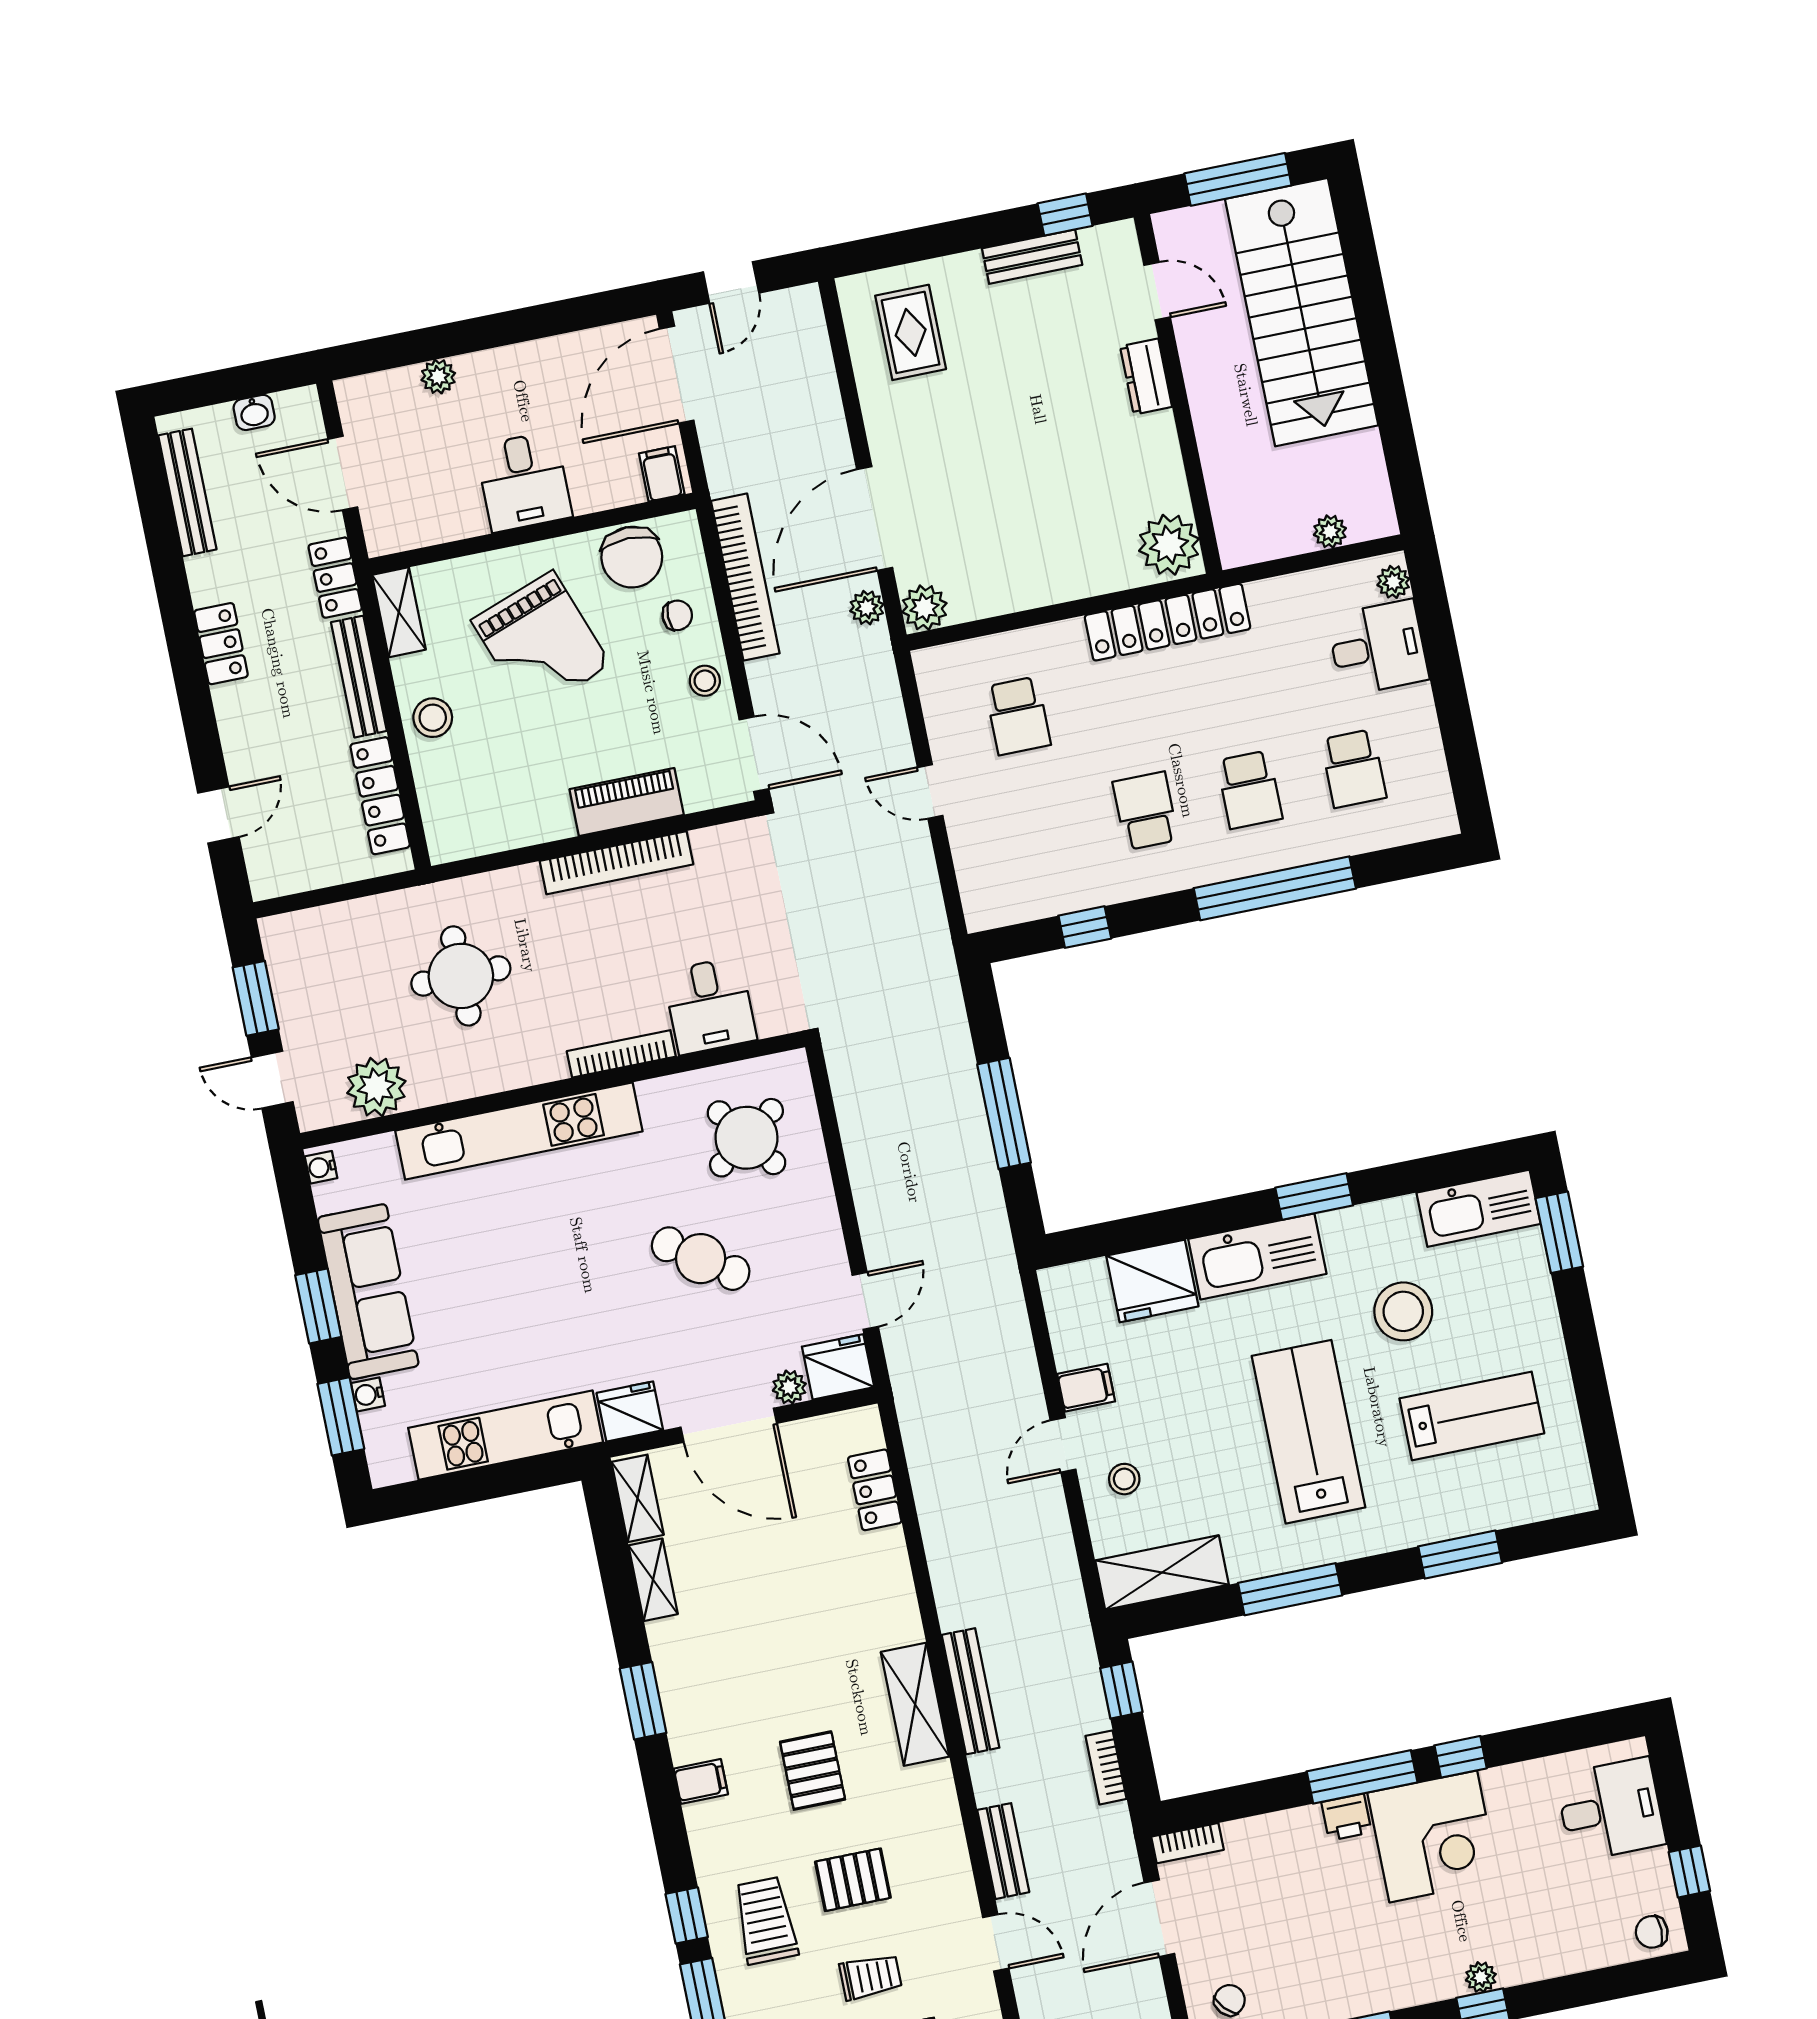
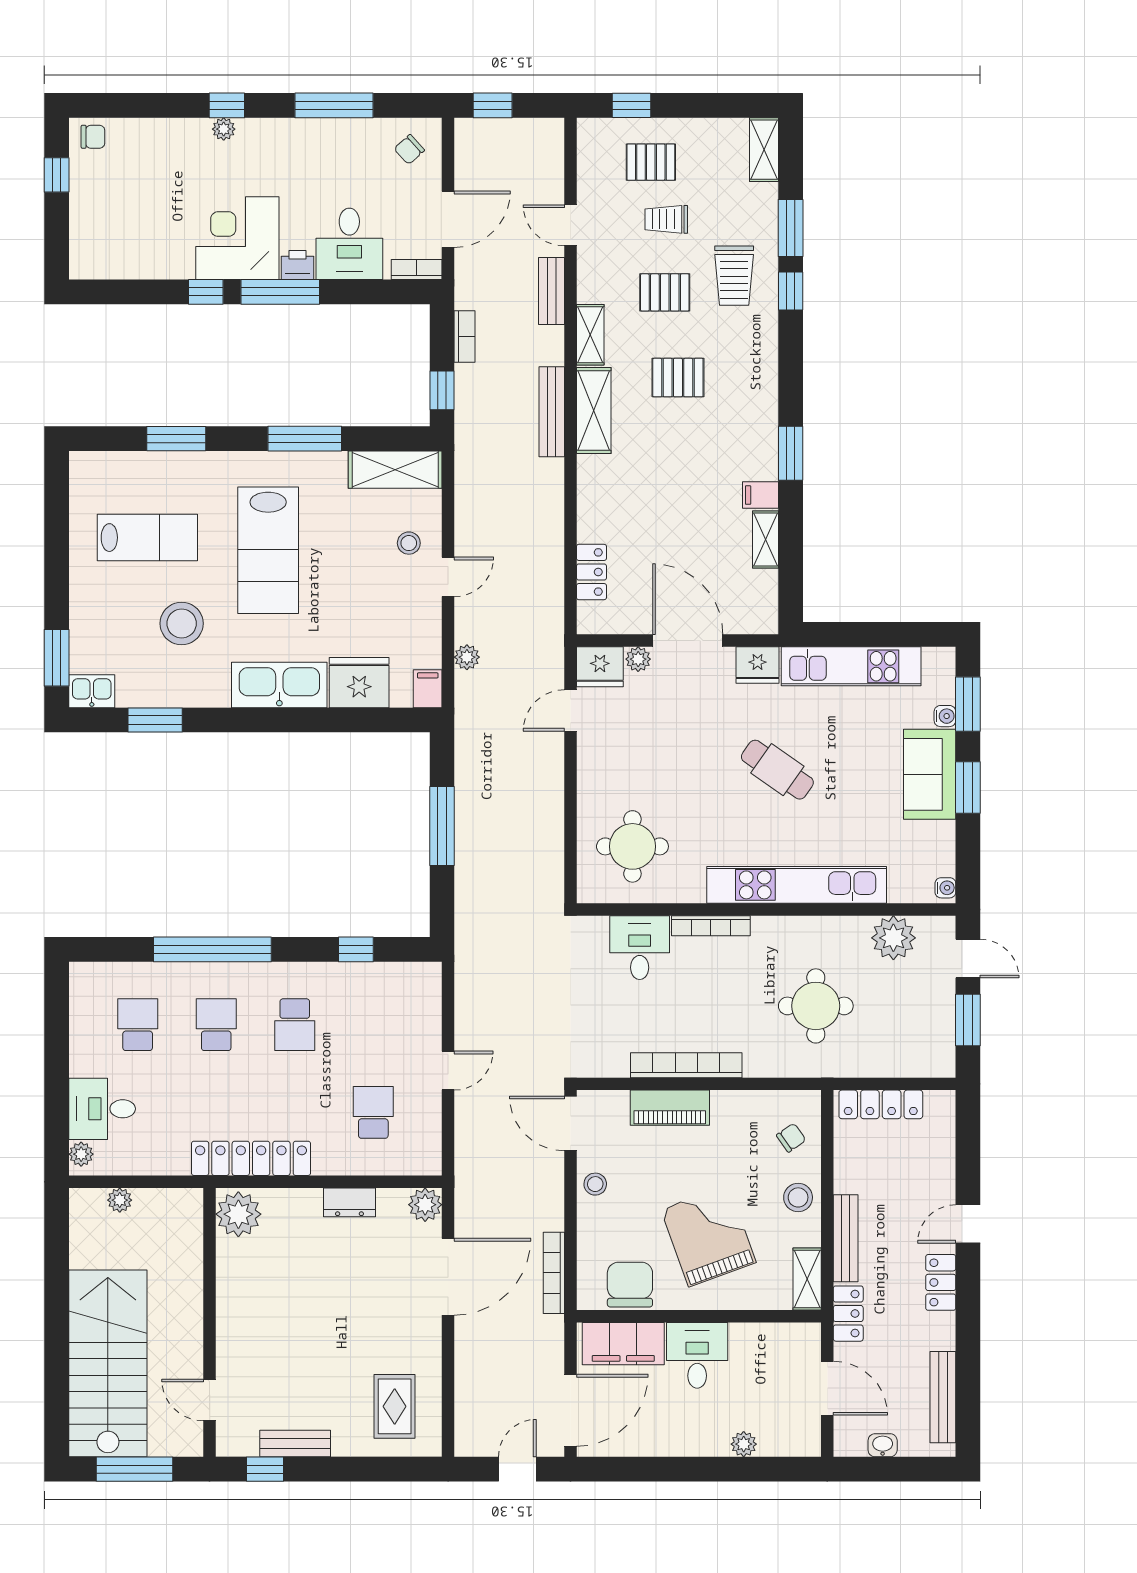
dresser: (1146, 377) -> (349, 1202), moved, turned 90
filing cabinet: (662, 474) -> (623, 1344), width x3.00, depth x1.17
bookcase: (745, 577) -> (554, 1273), width x0.68, depth x0.76
plant: (867, 608) -> (467, 657), moved
chair: (677, 615) -> (791, 1138), moved, turned 145
door: (930, 791) -> (448, 1071), hinge flipped
locker: (380, 796) -> (881, 1104), moved, turned 90
door: (218, 815) -> (968, 1224), moved
round table: (747, 1138) -> (632, 846), turned 36
window: (1314, 1197) -> (155, 720), moved
kitchen sink: (1479, 1208) -> (92, 691), width x0.53, depth x0.81
cafe table: (701, 1259) -> (777, 770), moved
sofa: (368, 1292) -> (930, 774), width x0.73
filing cabinet: (1086, 1388) -> (428, 689), moved, turned 90
lab bench: (1472, 1416) -> (147, 538), turned 180
shelving: (638, 1498) -> (590, 335), moved
pallet: (813, 1771) -> (678, 378), turned 90
filing cabinet: (701, 1781) -> (761, 495), moved
desk: (1611, 1810) -> (349, 244), moved, turned -90

